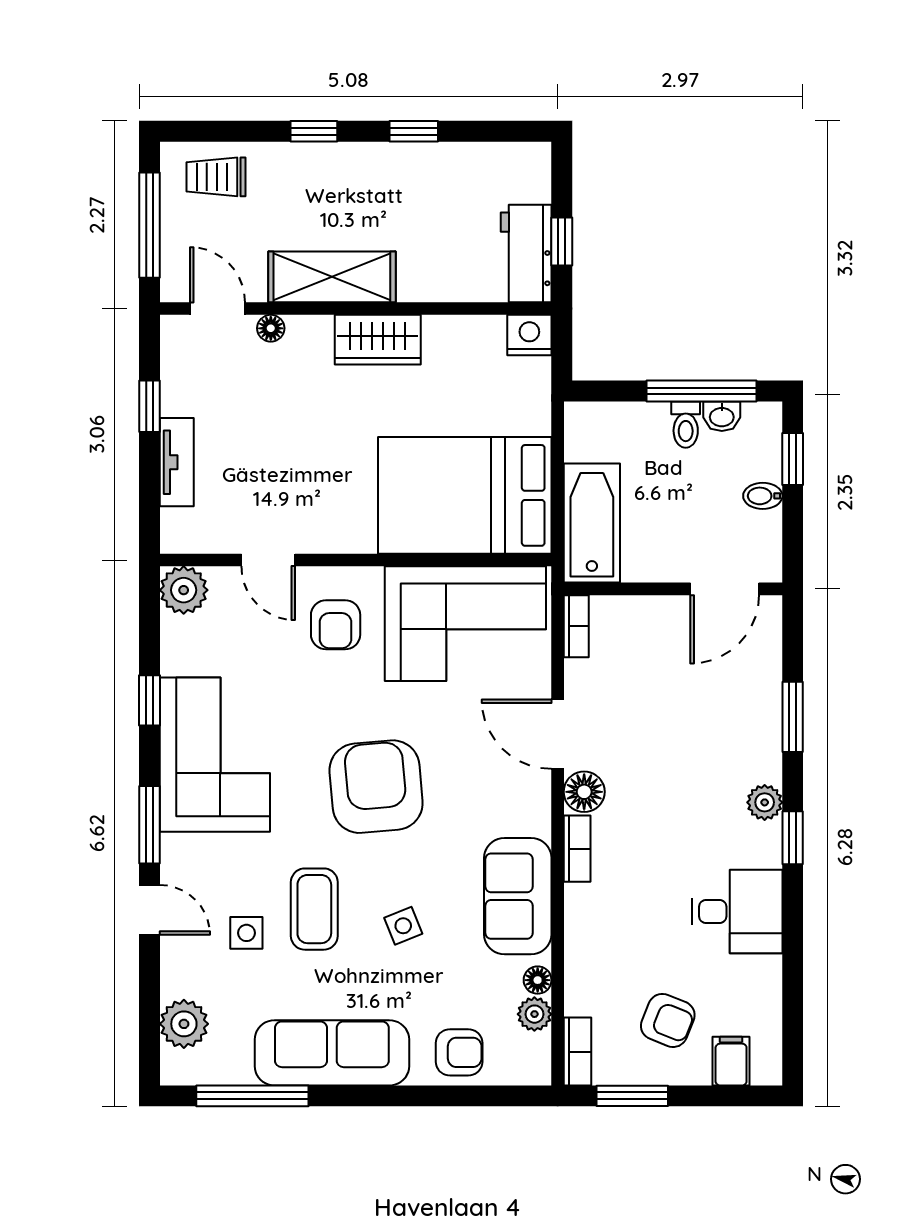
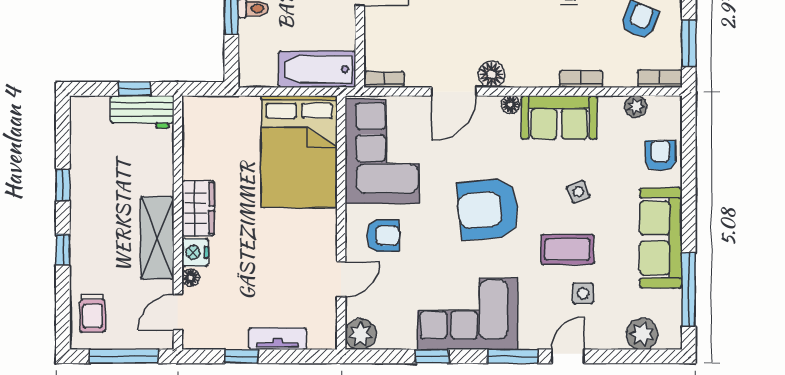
nightstand: (529, 335) -> (195, 252), moved
bookcase: (577, 849) -> (581, 79), moved
floor lamp: (538, 980) -> (510, 105), moved

